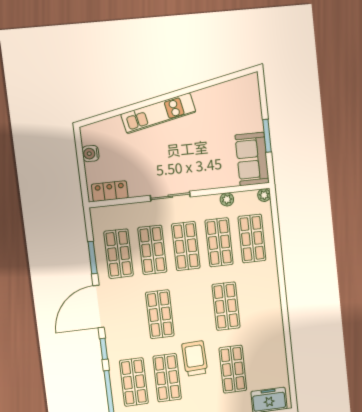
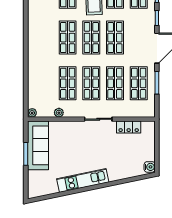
kitchen unit: (158, 113) -> (83, 181), moved
water cooler: (91, 154) -> (150, 167), moved
sofa: (252, 159) -> (38, 145), width x1.36
locker: (110, 191) -> (129, 127), moved
shop shelf: (252, 239) -> (91, 38), moved

